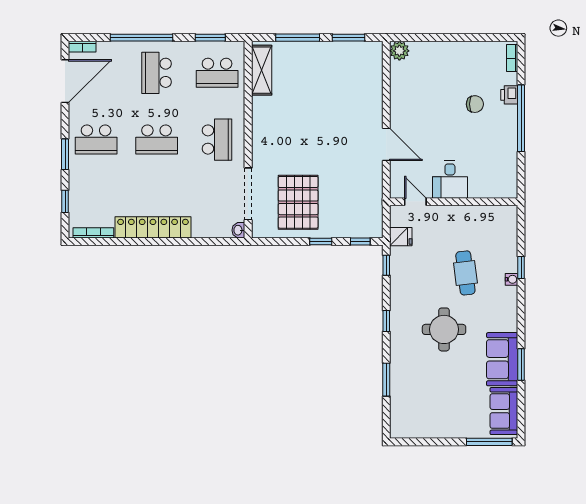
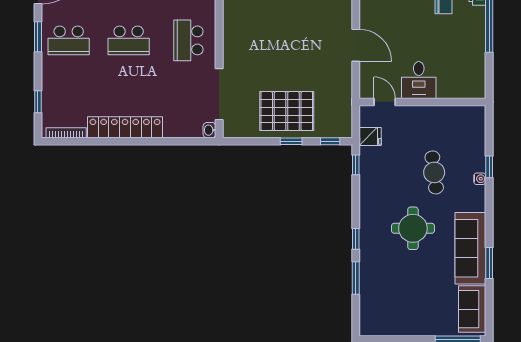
school desk: (217, 140) -> (188, 40), turned 180
window: (65, 154) -> (38, 37), moved
pallet: (298, 202) -> (287, 111), moved, turned 90
window: (386, 321) -> (356, 239), moved
sofa: (502, 359) -> (470, 248), width x1.36

